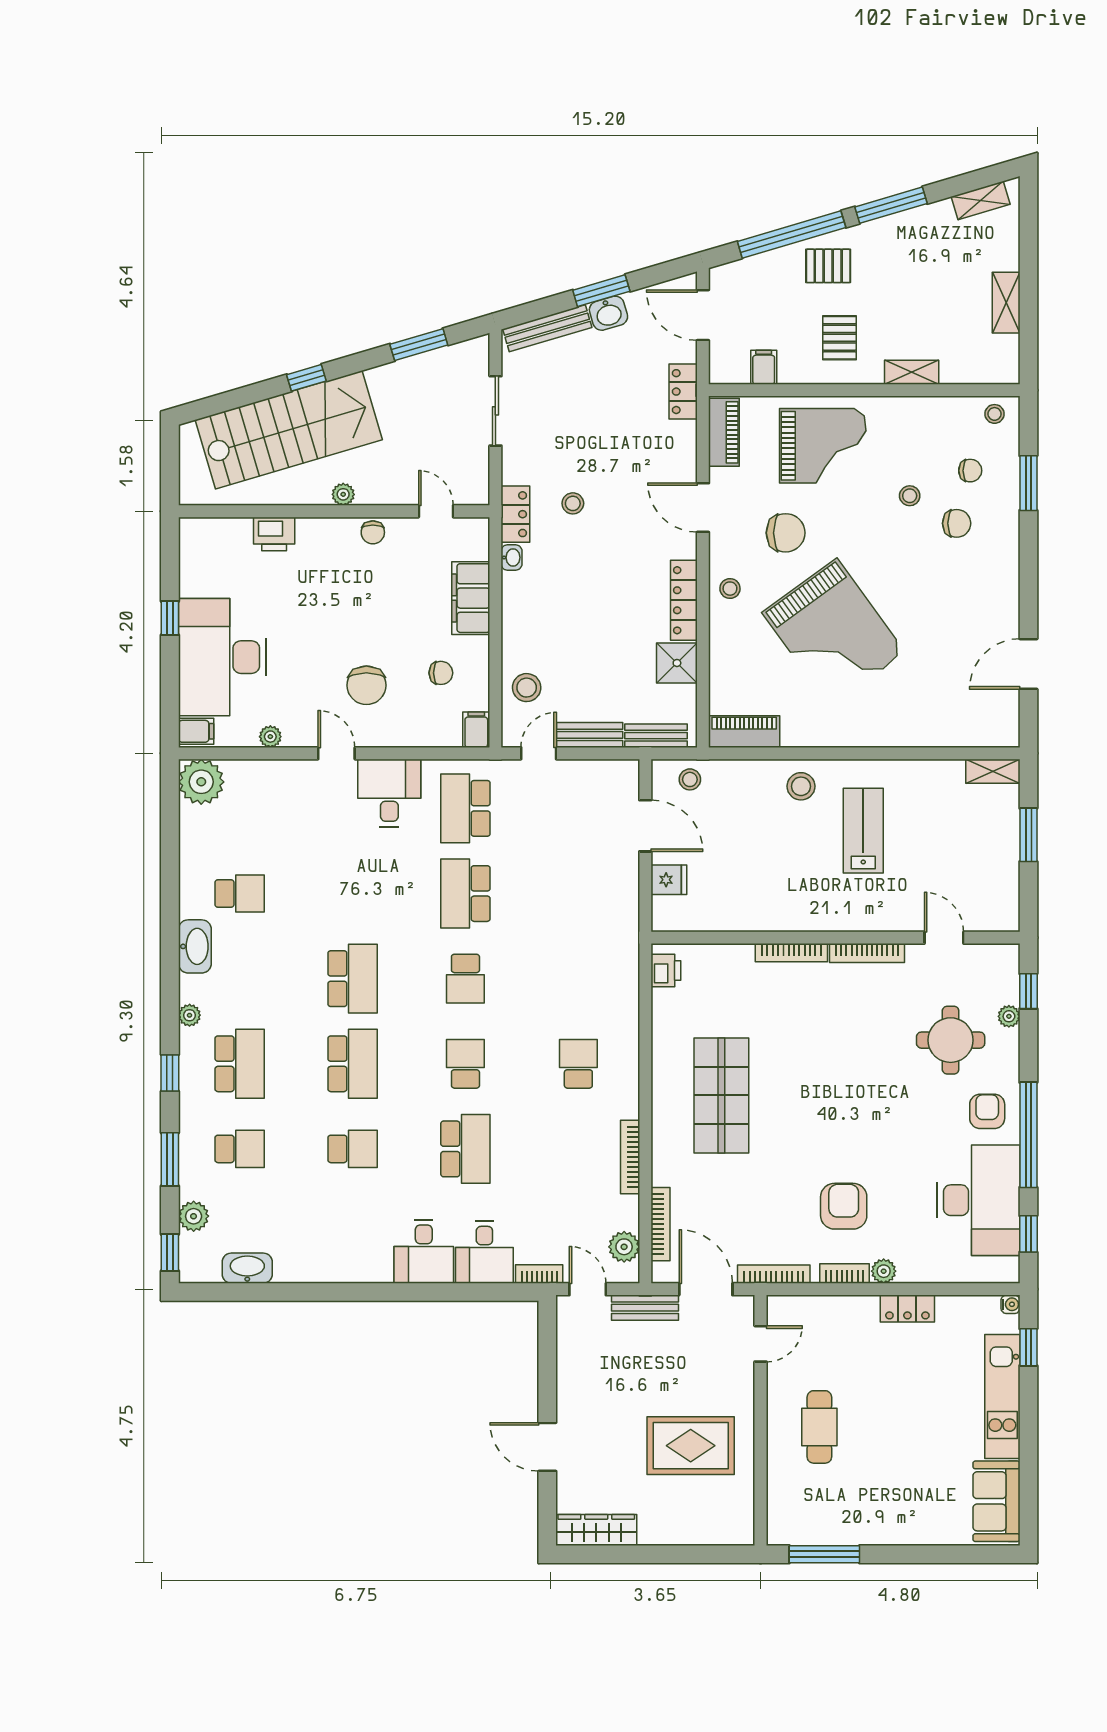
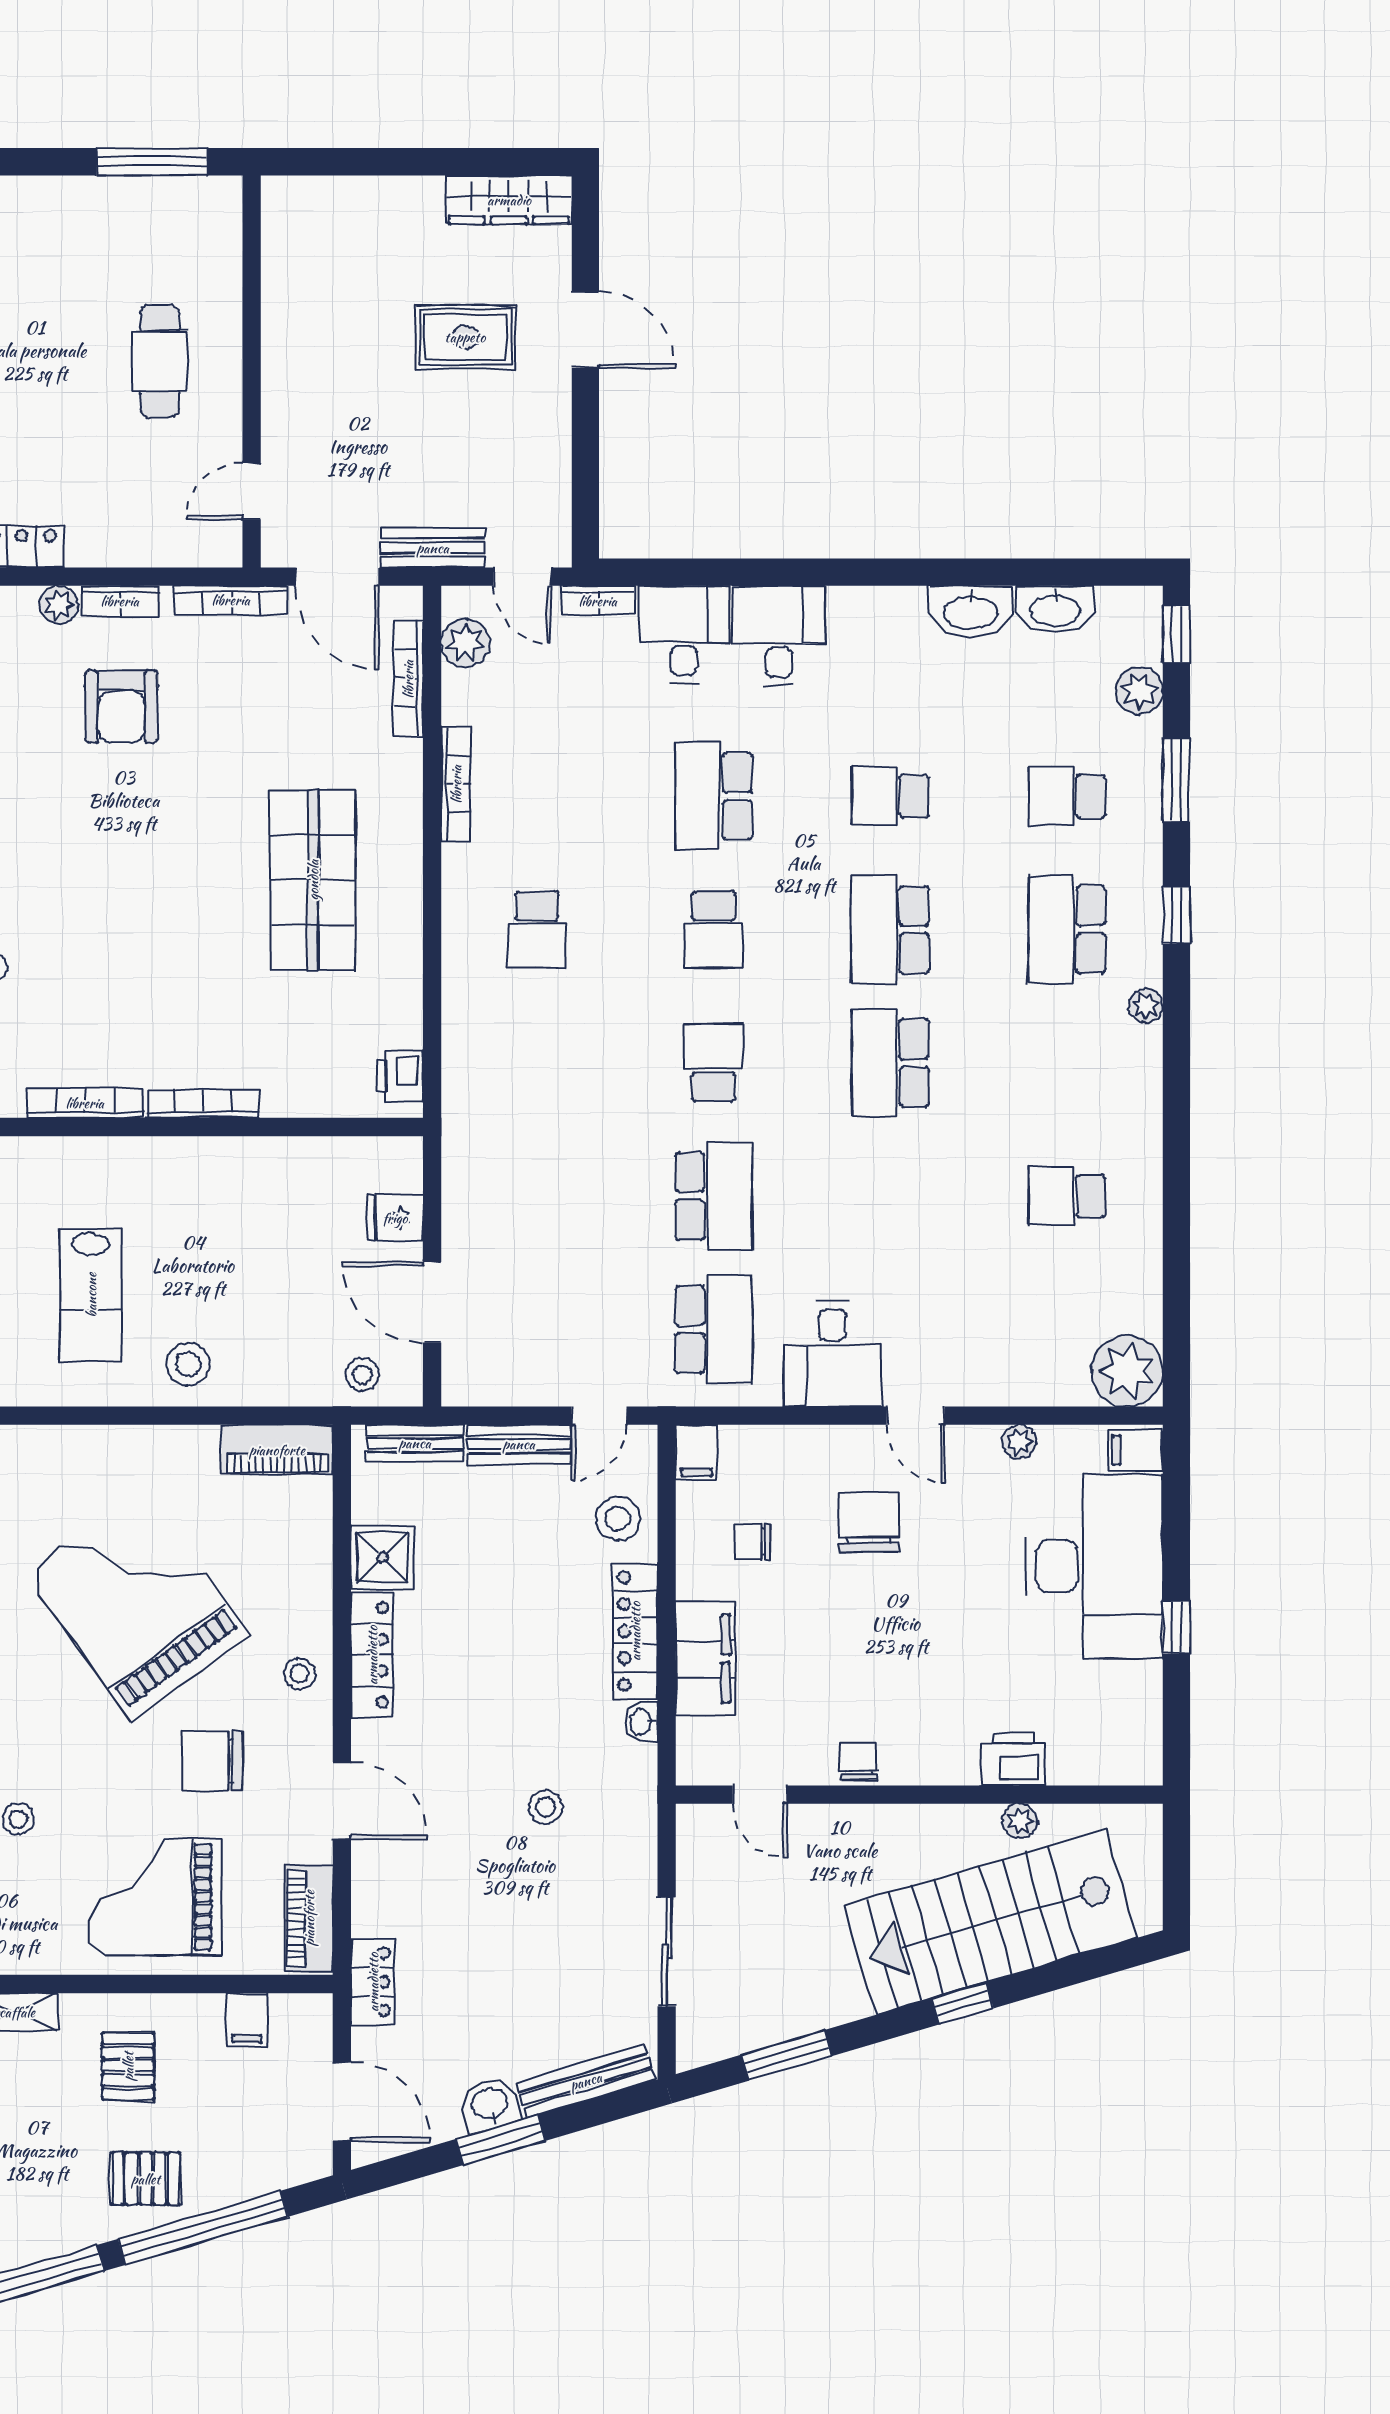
plant: (343, 494) -> (1020, 1821), moved
locker: (515, 514) -> (635, 1631), moved, width x1.53
washbasin: (195, 946) -> (971, 611), moved, turned -90
rug: (691, 1446) -> (465, 337), moved, width x0.73, depth x0.70

